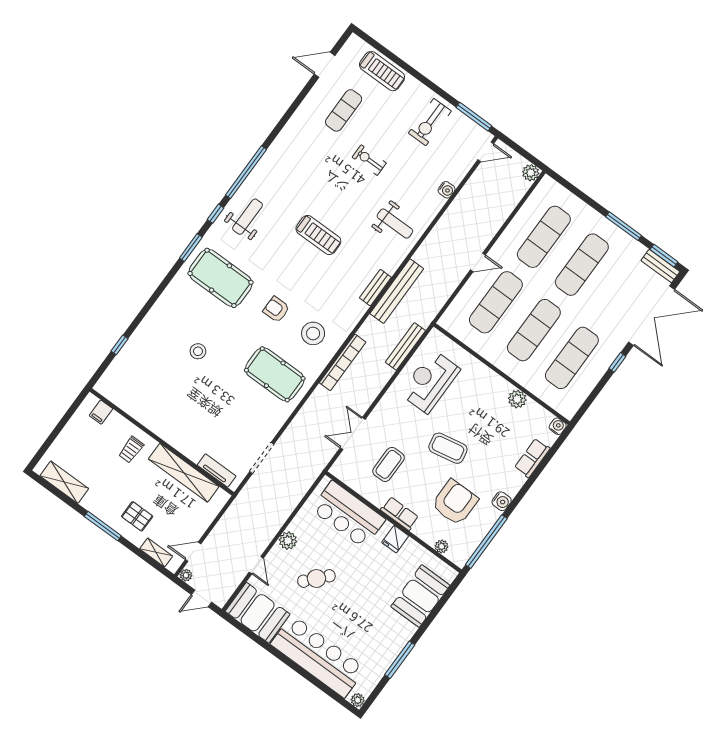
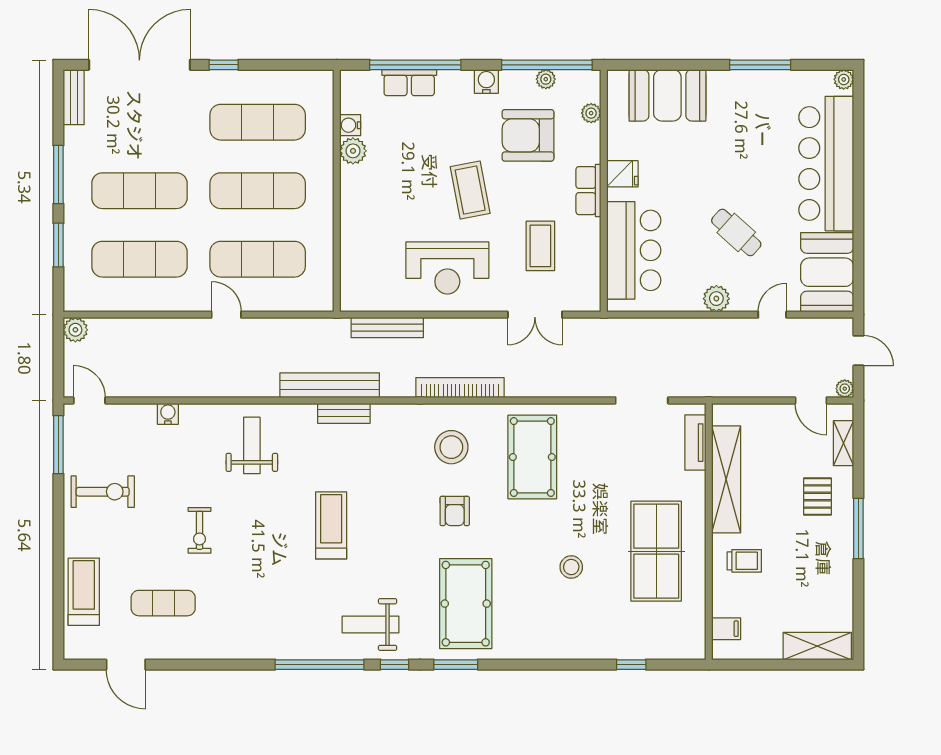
window: (664, 256) -> (58, 245), moved
reception desk: (430, 381) -> (447, 268), moved
table tennis table: (172, 405) -> (656, 551), added
water cooler: (558, 426) -> (350, 125), moved
coffee table: (388, 464) -> (540, 246), turned 90
window: (540, 469) -> (415, 65), added
shelving: (64, 482) -> (817, 646), moved, turned 90
plant: (479, 535) -> (546, 79), added

